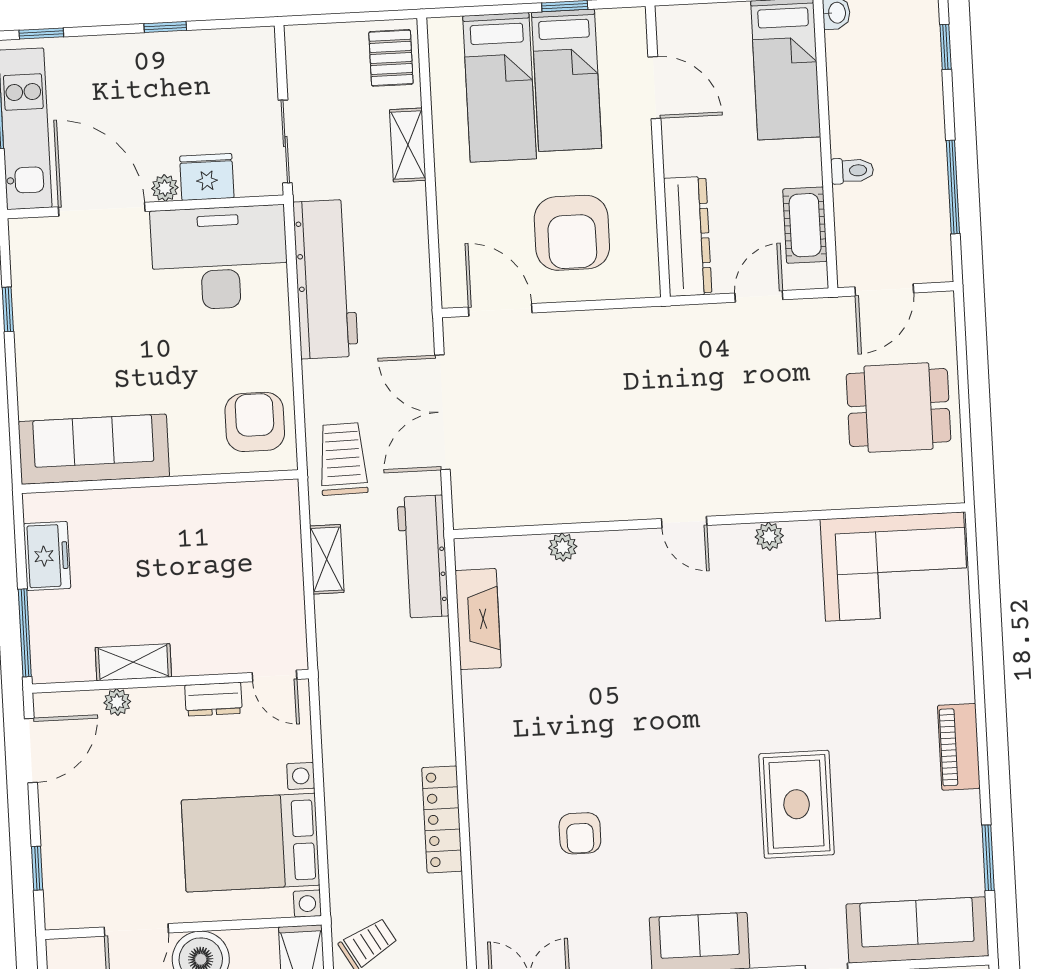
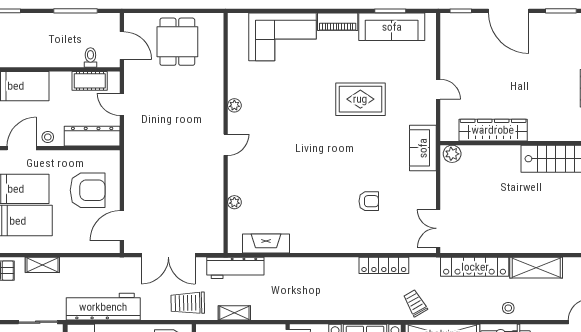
stool: (681, 142) -> (48, 137), added
toilet: (852, 171) -> (90, 58), moved
corner sofa: (895, 567) -> (283, 37), moved, turned 90
locker: (442, 819) -> (384, 265), moved
sofa: (917, 930) -> (392, 27), moved, turned -90

